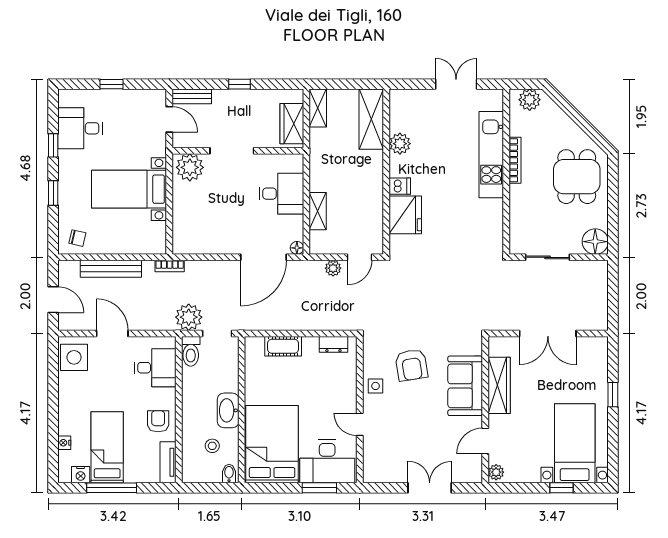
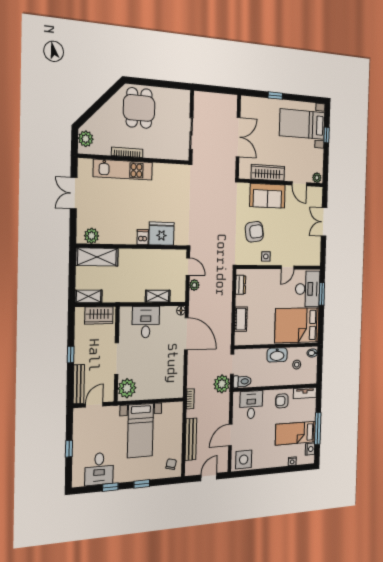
bench: (192, 96) -> (79, 384), width x1.36
plant: (400, 144) -> (92, 236), moved
dining table: (577, 177) -> (139, 108), turned 90
floor lamp: (595, 242) -> (182, 99), removed

